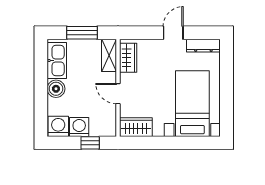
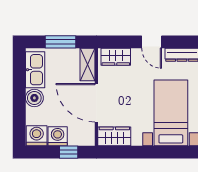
door: (173, 33) -> (152, 42), swing flipped
wardrobe: (128, 58) -> (116, 57), moved, turned 90
door: (118, 94) -> (96, 103), width x1.87

